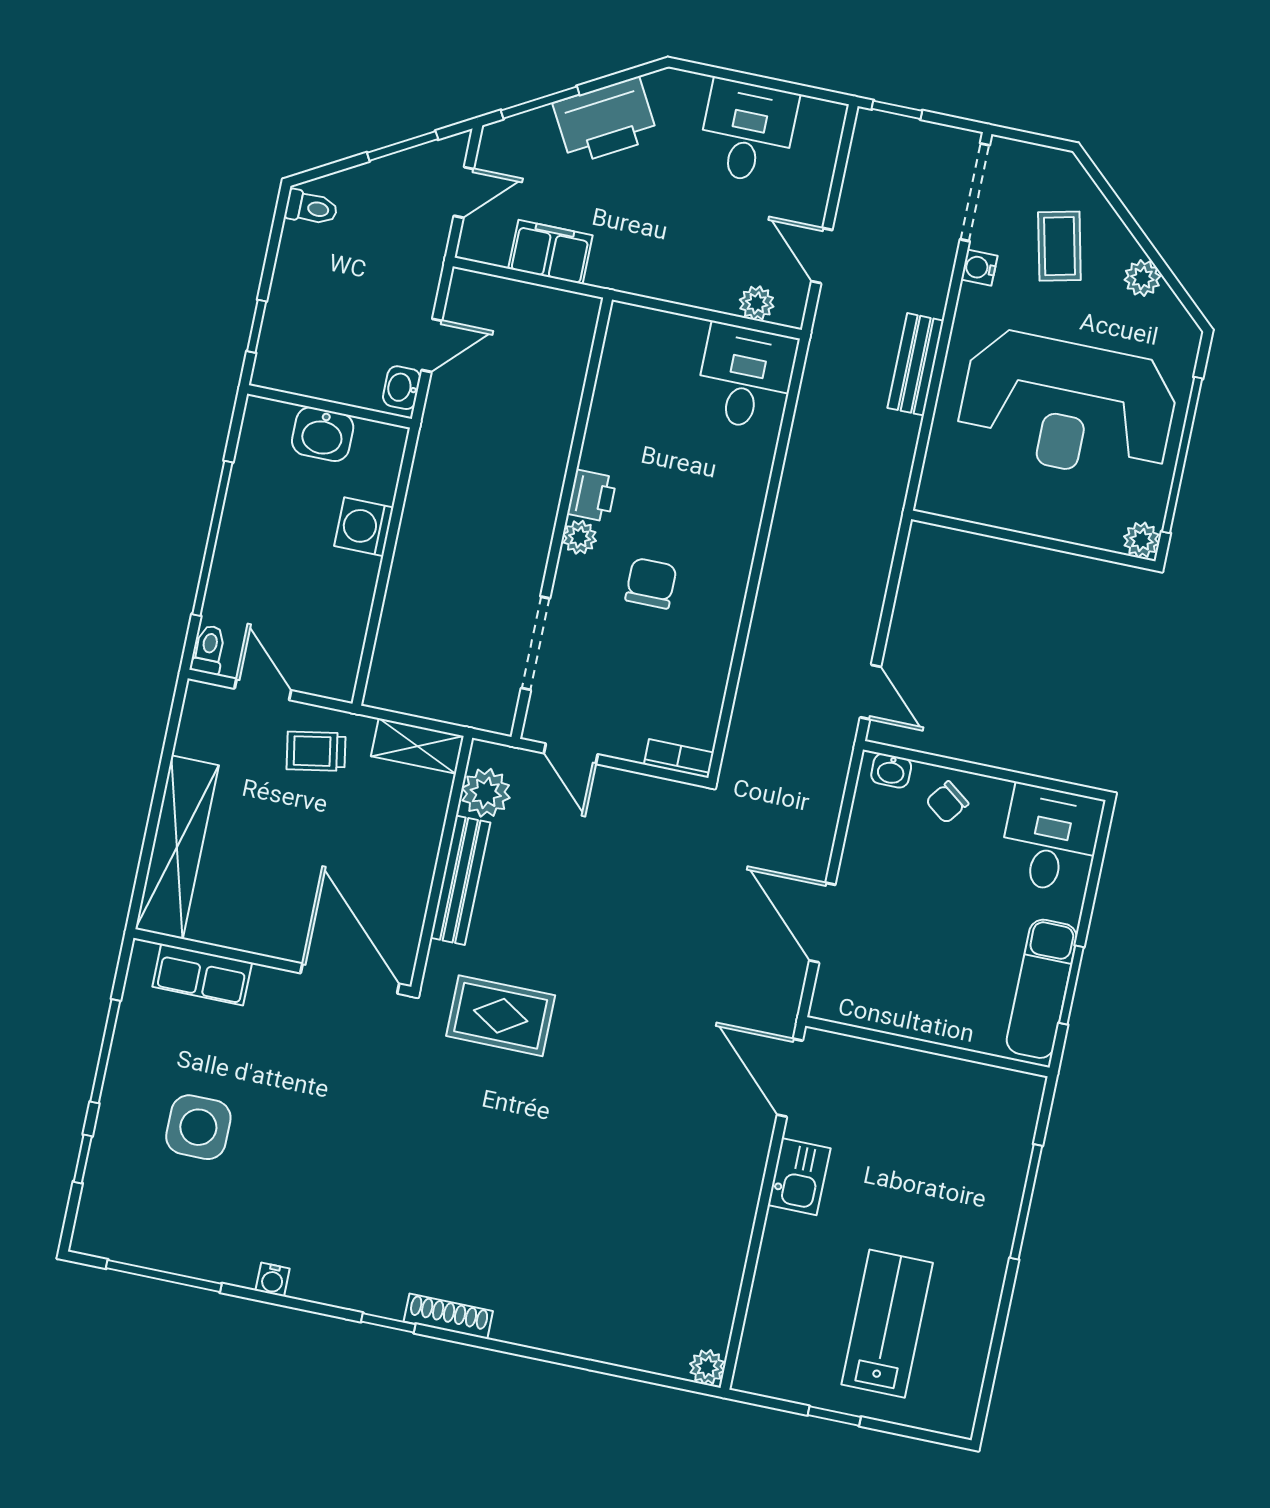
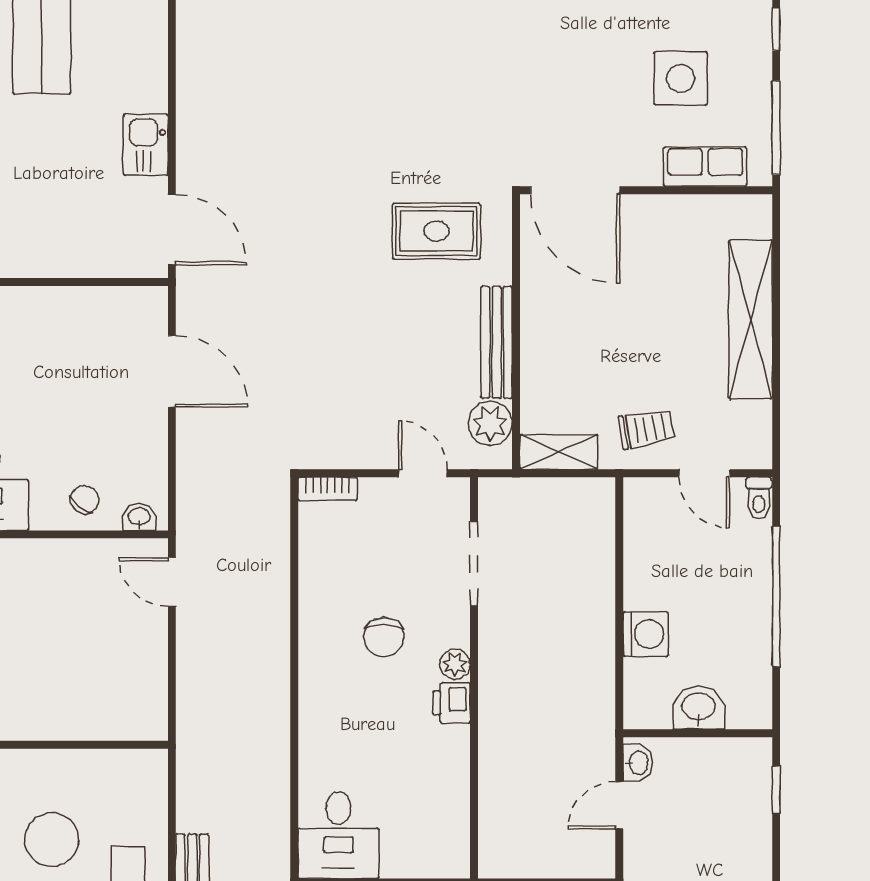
wall: (272, 962) -> (646, 190), moved
row of seats: (202, 975) -> (705, 167), moved
door: (350, 978) -> (575, 190), moved

